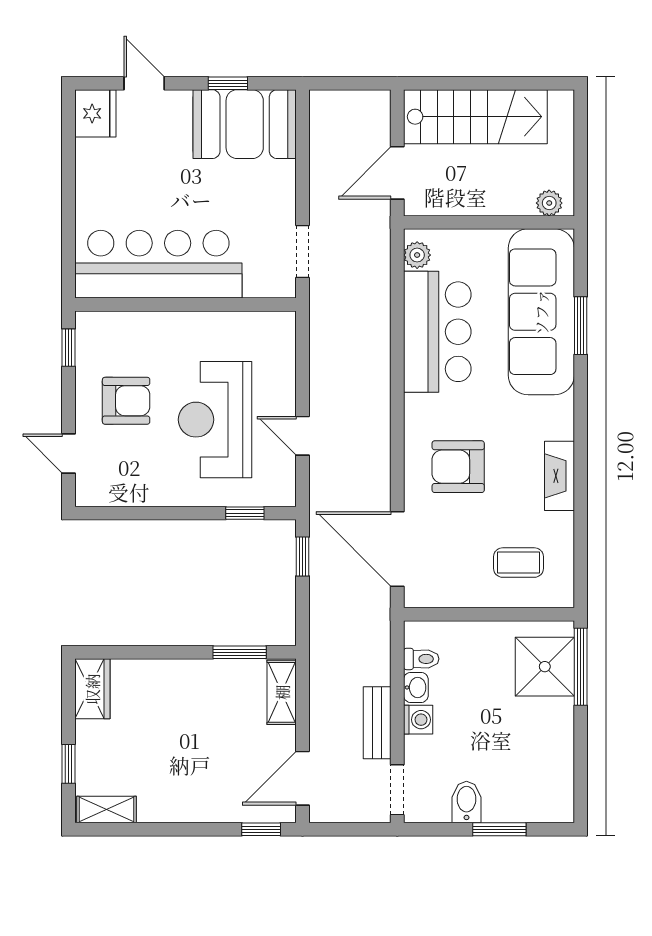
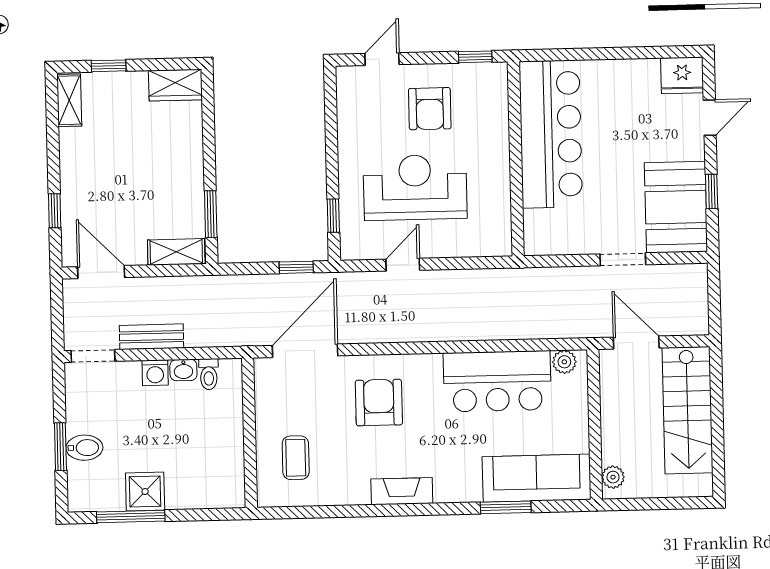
doorway: (302, 251) -> (623, 259), moved
sofa: (541, 312) -> (537, 478), width x0.74, depth x0.79
fireplace: (559, 476) -> (402, 491), moved
shower: (545, 667) -> (145, 492), moved, width x0.73, depth x0.73
window: (581, 667) -> (131, 516), moved
bidet: (466, 802) -> (84, 448), moved
window: (261, 829) -> (55, 211), moved

